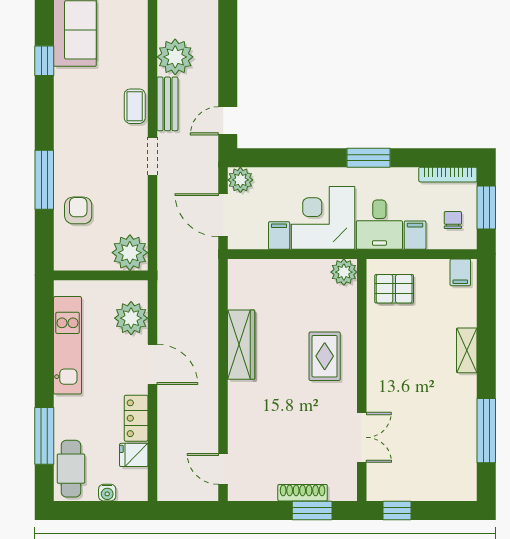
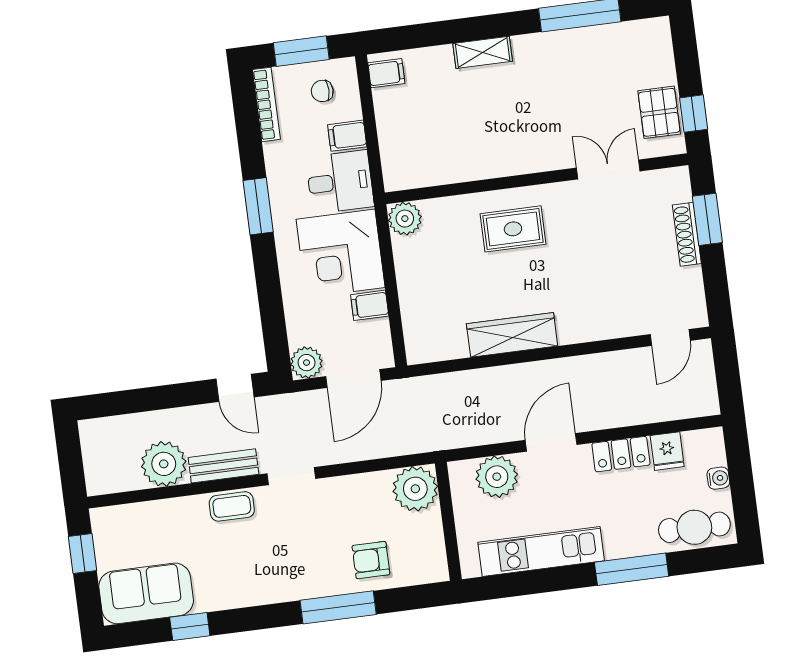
pallet: (394, 289) -> (659, 112), moved
window: (44, 436) -> (632, 569), moved

